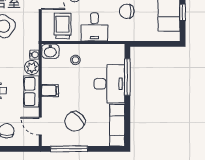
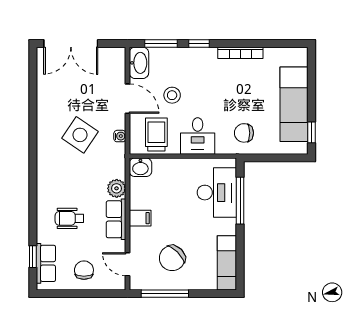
chair: (127, 11) -> (244, 133), moved
window: (183, 12) -> (312, 132), moved
water cooler: (34, 55) -> (120, 136), moved
stool: (75, 60) -> (173, 178), removed
desk: (109, 84) -> (217, 193), moved

